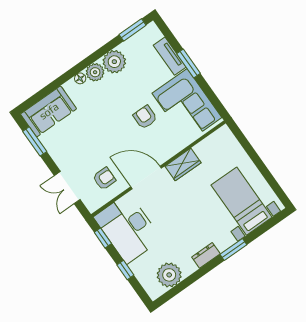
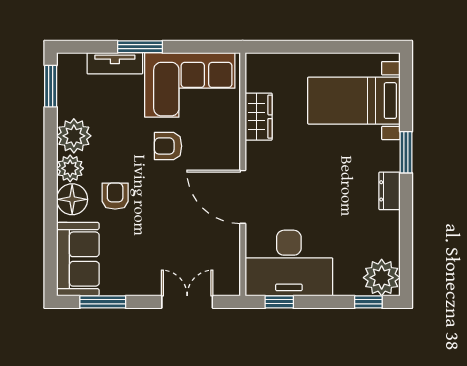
floor lamp: (80, 78) -> (72, 199), width x1.89, depth x1.89
wardrobe: (183, 164) -> (259, 117), moved
door: (146, 177) -> (243, 197), hinge flipped
armchair: (104, 179) -> (115, 196), moved
double door: (67, 188) -> (187, 302), swing flipped
window: (125, 270) -> (368, 302), moved
plant: (169, 275) -> (382, 278), moved

